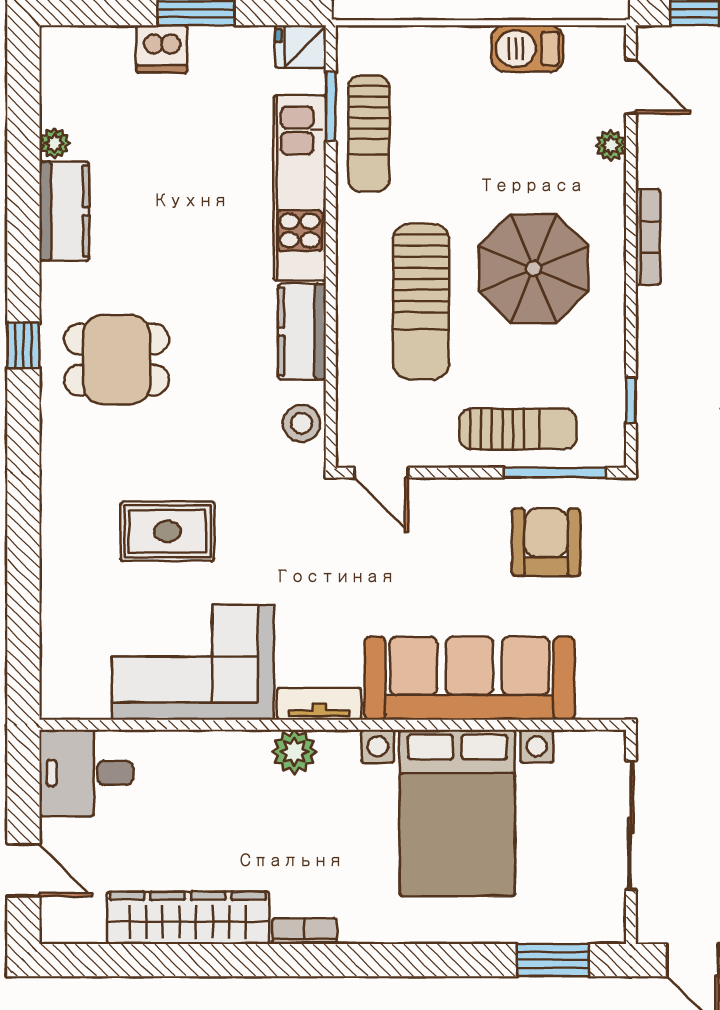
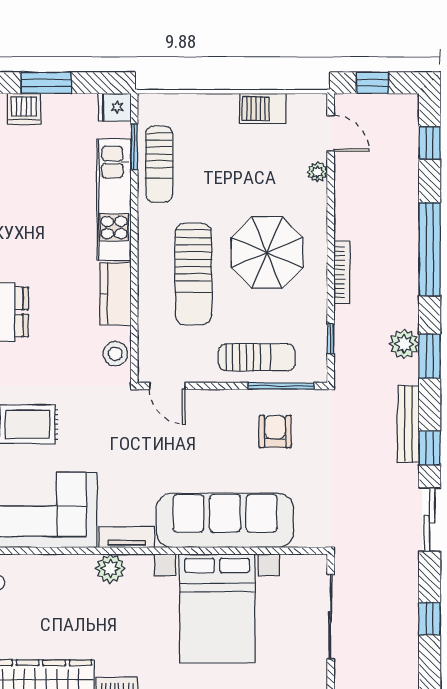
bookcase: (648, 237) -> (342, 272), moved
armchair: (546, 542) -> (275, 431), width x0.72, depth x0.72

